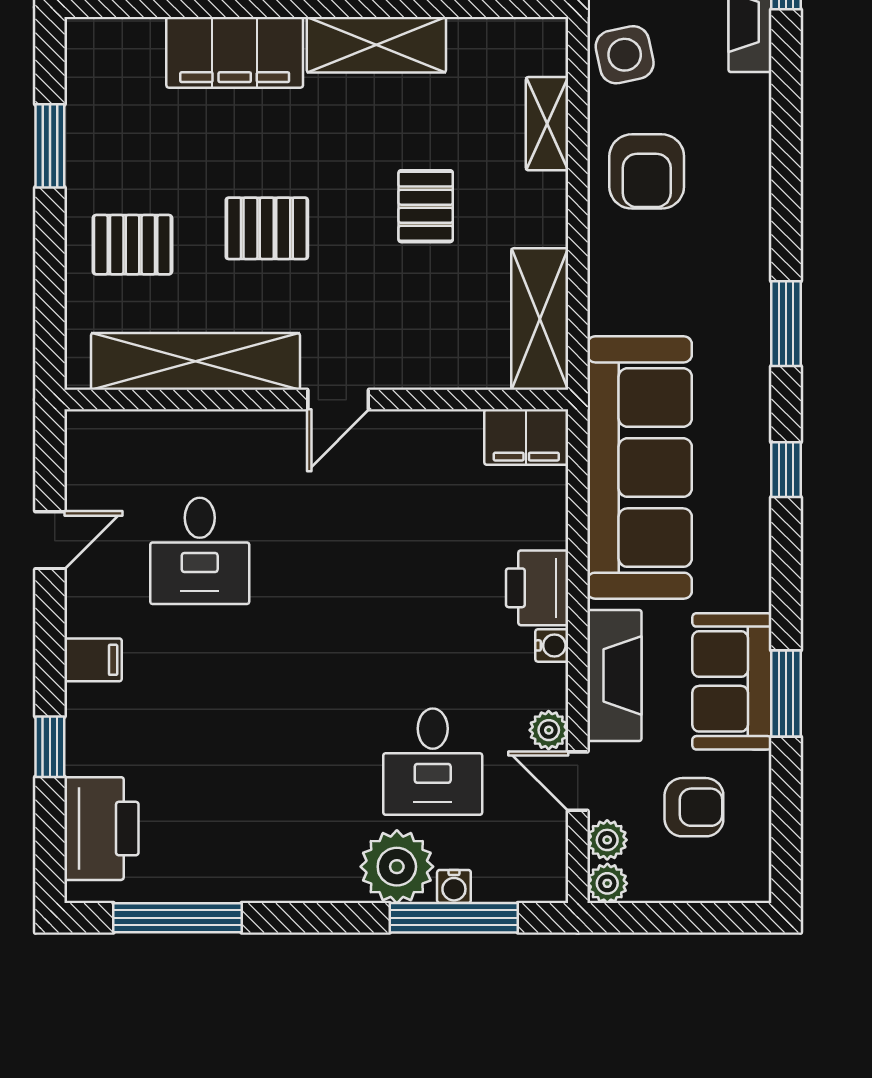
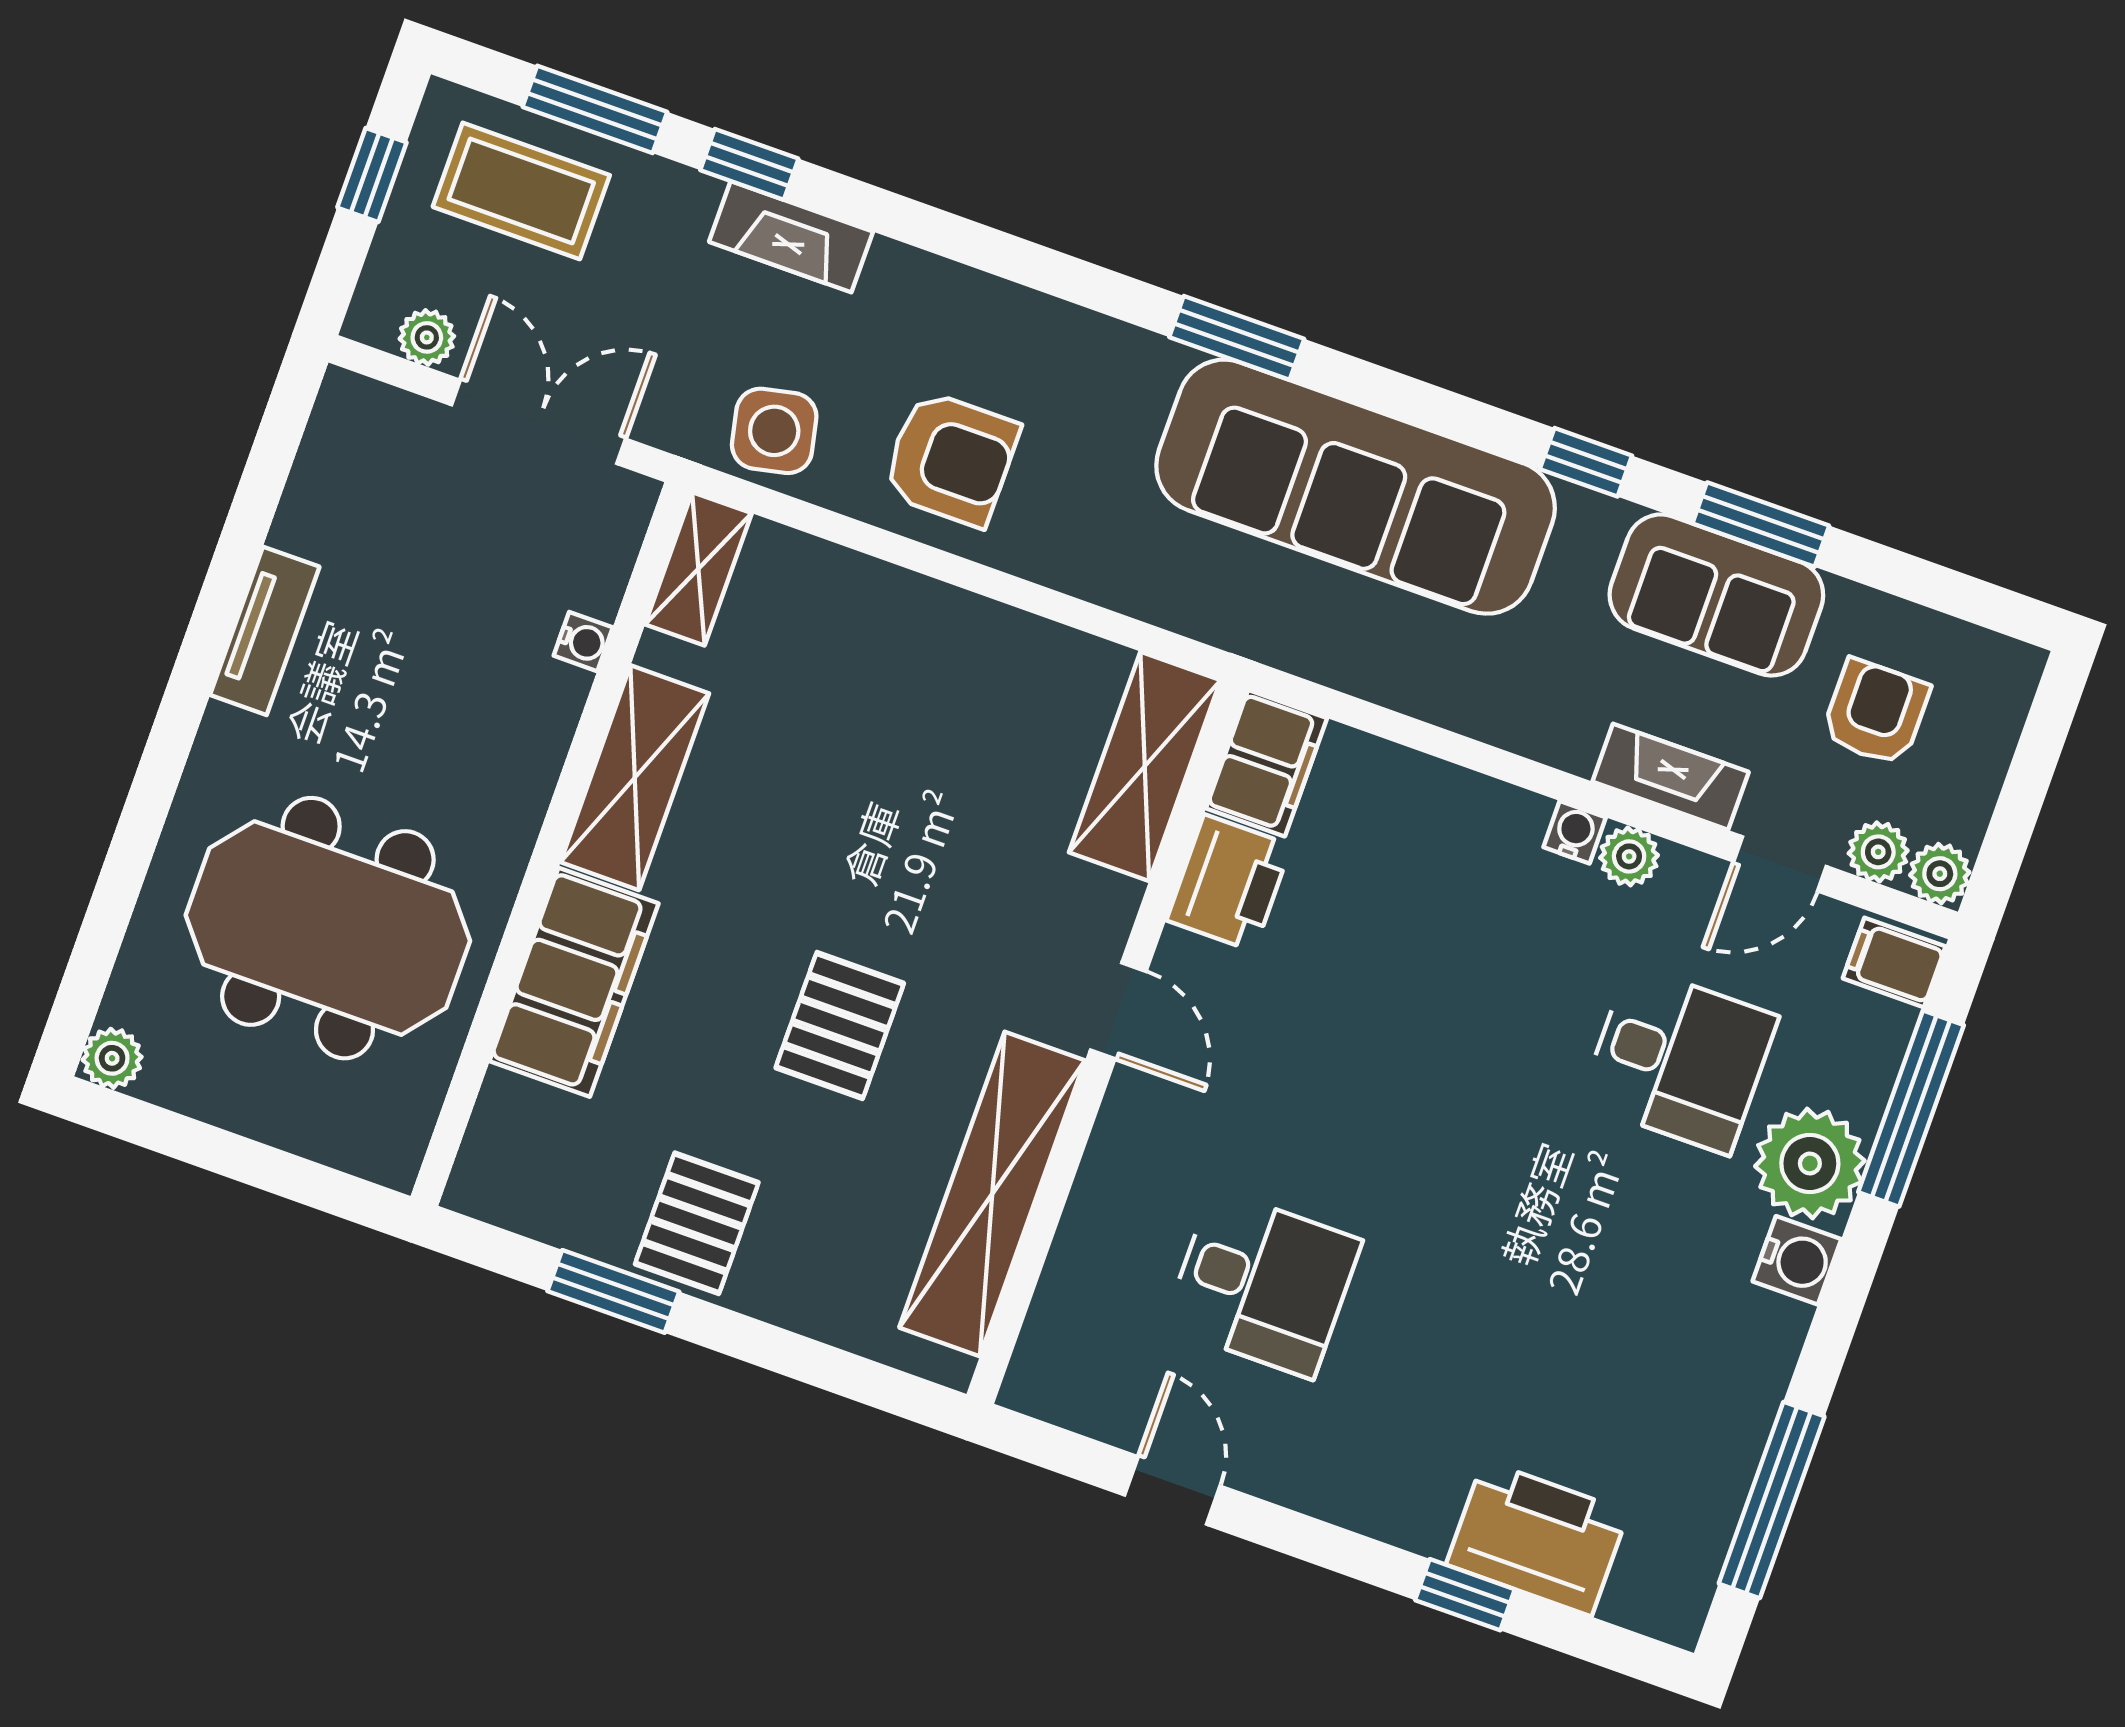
shelving: (547, 124) -> (698, 569), moved, turned 90
pallet: (426, 206) -> (888, 789), removed
pallet: (132, 245) -> (697, 1223), moved
shelving: (540, 319) -> (1145, 766), moved, turned 90
sofa: (640, 468) -> (1356, 487), moved, turned 180
window: (786, 470) -> (1586, 462), moved
printer: (537, 588) -> (1229, 883), moved, turned -90
filing cabinet: (93, 660) -> (1894, 962), moved, turned -90
fireplace: (614, 675) -> (1671, 777), width x0.73, depth x0.76
plant: (549, 730) -> (1629, 856), moved
printer: (101, 829) -> (1537, 1538), moved
water cooler: (454, 886) -> (1797, 1260), moved, width x1.38, depth x1.38

